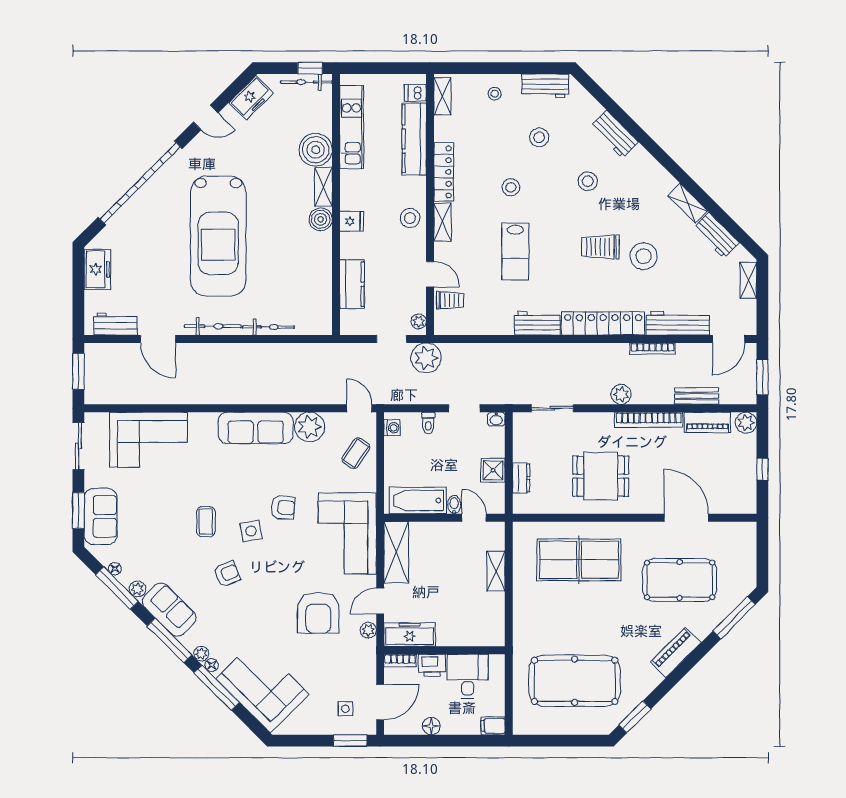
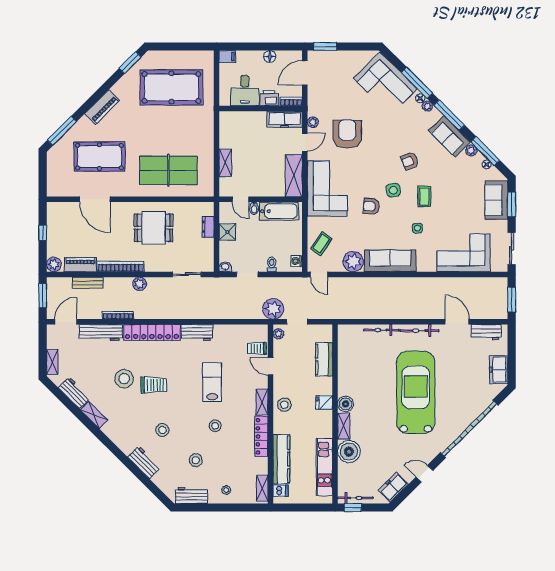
side table: (345, 709) -> (417, 228), moved

